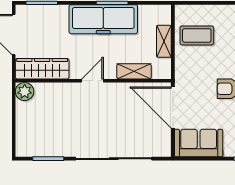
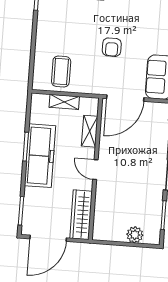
plant: (25, 92) -> (135, 235), moved

